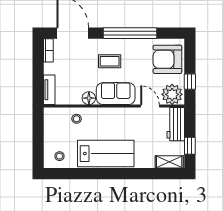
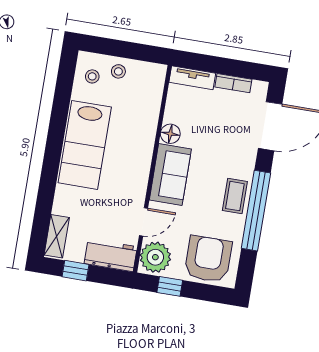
bookcase: (48, 50) -> (233, 83), moved
coffee table: (110, 61) -> (235, 196), moved
stool: (77, 119) -> (118, 71), moved

